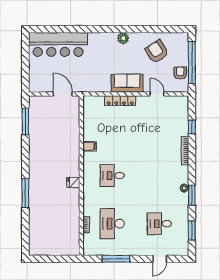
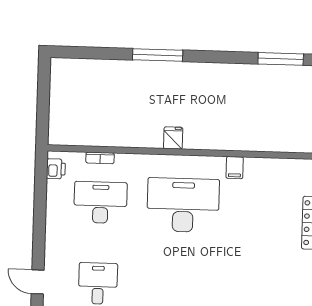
desk: (112, 176) -> (183, 205), width x1.87, depth x1.30
printer: (93, 250) -> (56, 169), added
window: (116, 259) -> (40, 207), removed

